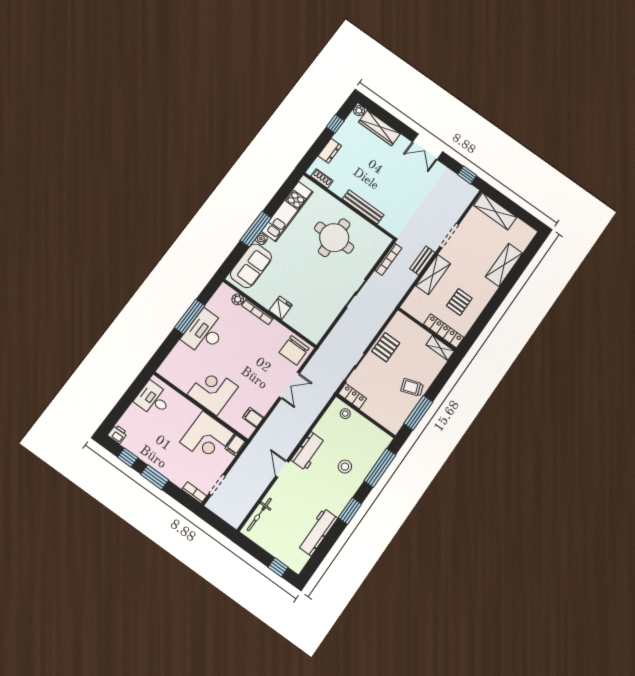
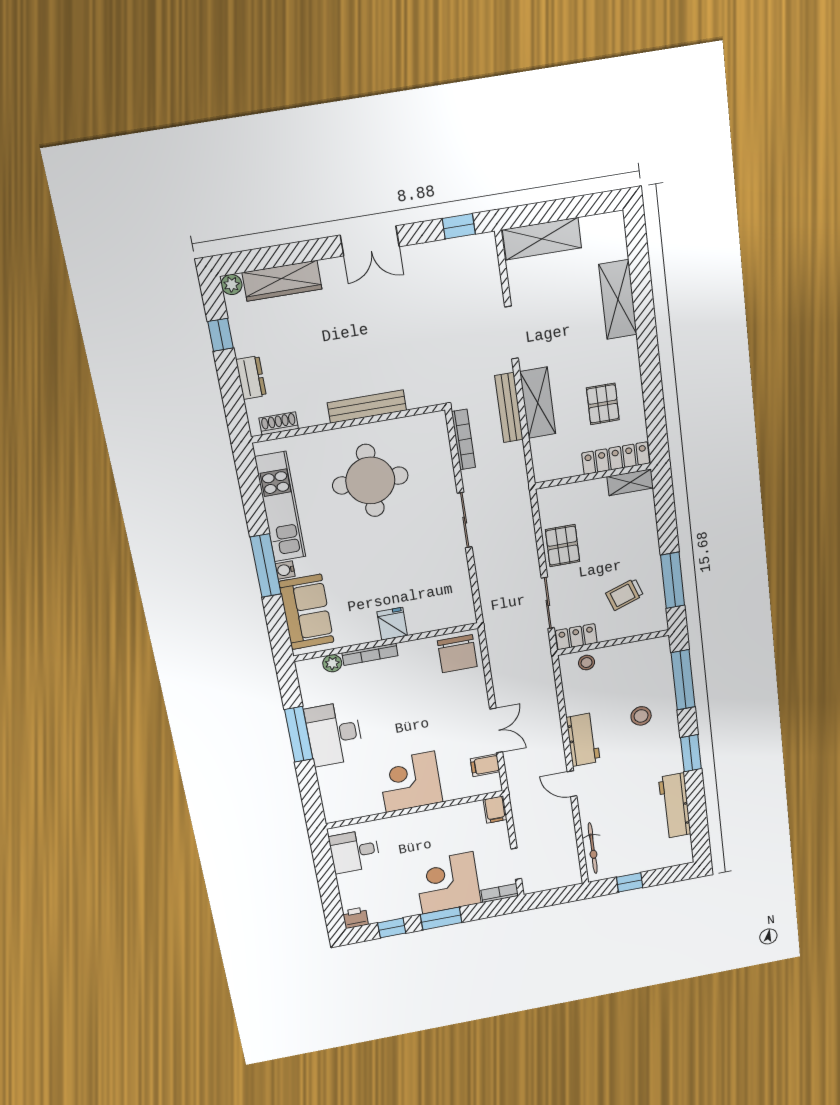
bench: (422, 261) -> (509, 408), width x1.36
double door: (289, 385) -> (496, 731), moved
trolley: (412, 387) -> (625, 594), moved
corner desk: (207, 438) -> (448, 883), moved, turned 180
window: (278, 567) -> (630, 882), moved

